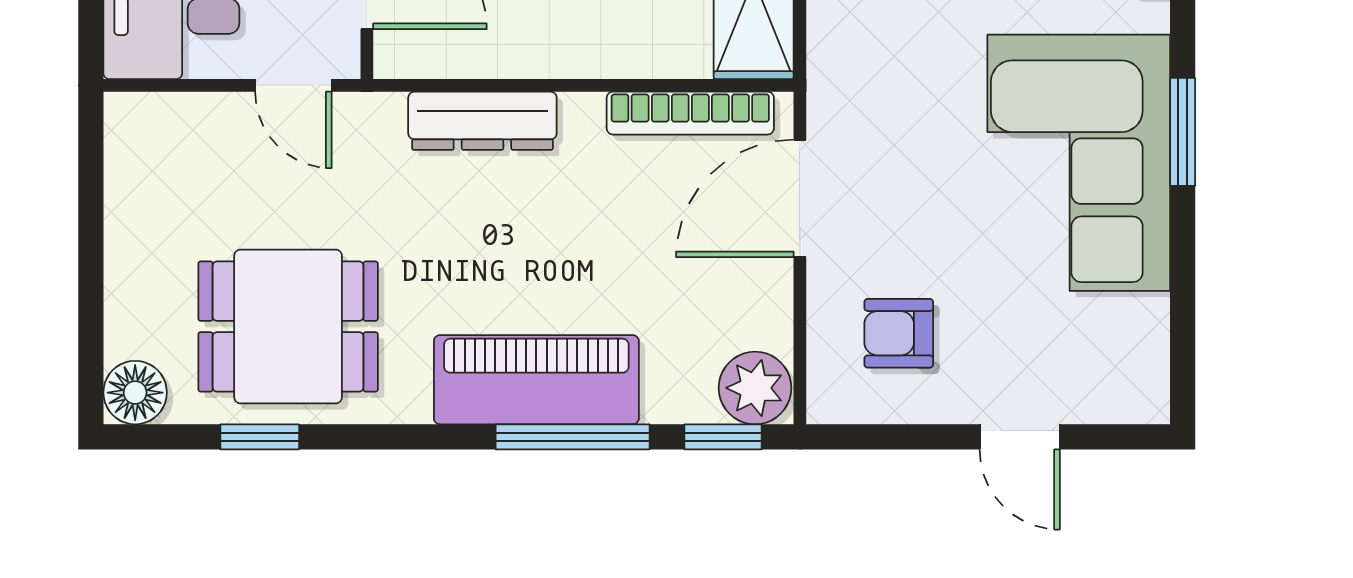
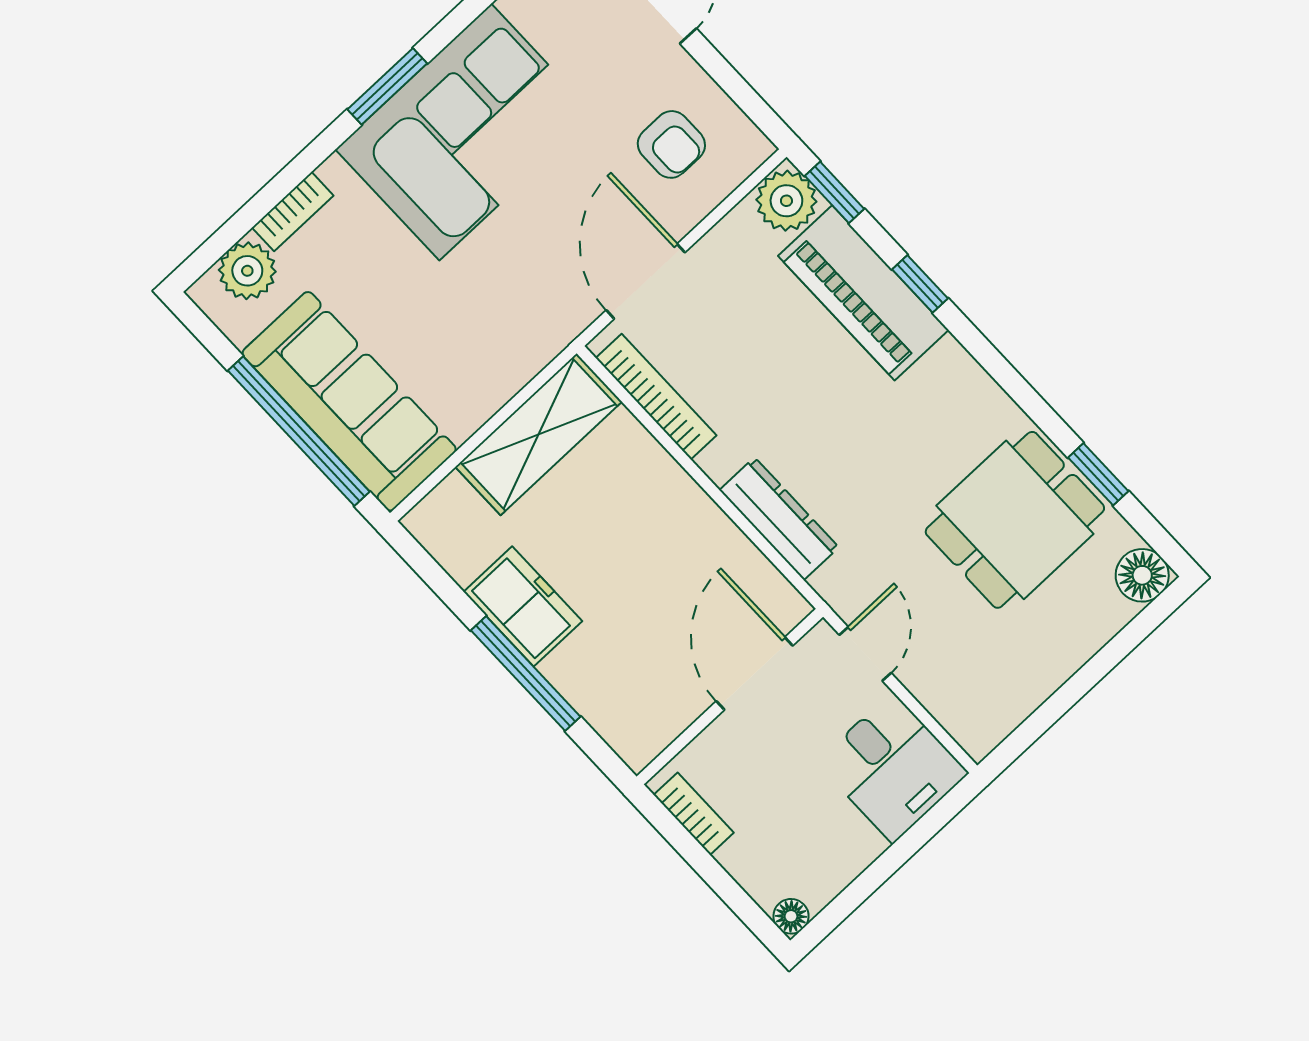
door: (800, 198) -> (646, 281), swing flipped
dining table: (288, 326) -> (1015, 520), turned 90
piano: (536, 380) -> (863, 293), moved
window: (573, 437) -> (920, 284), width x0.46

